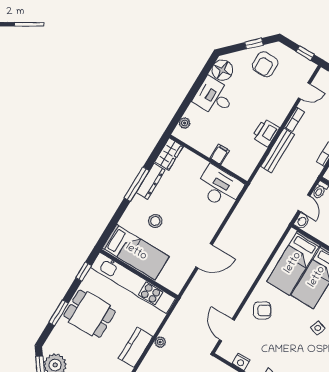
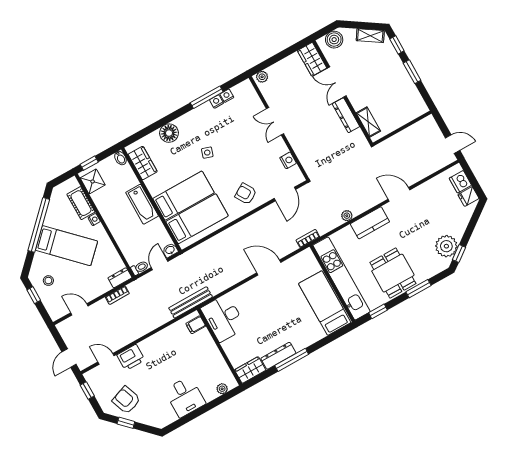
armchair: (265, 64) -> (126, 400), turned -110
floor lamp: (222, 70) -> (165, 415), removed
bookcase: (295, 119) -> (308, 238), moved
printer: (266, 133) -> (131, 357), moved
bench: (278, 150) -> (191, 302), moved
filing cabinet: (220, 154) -> (196, 325), moved
stool: (155, 221) -> (293, 320), removed

